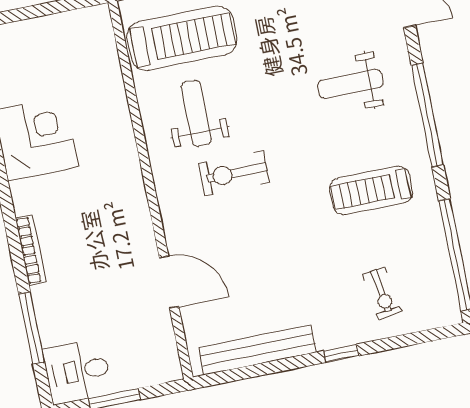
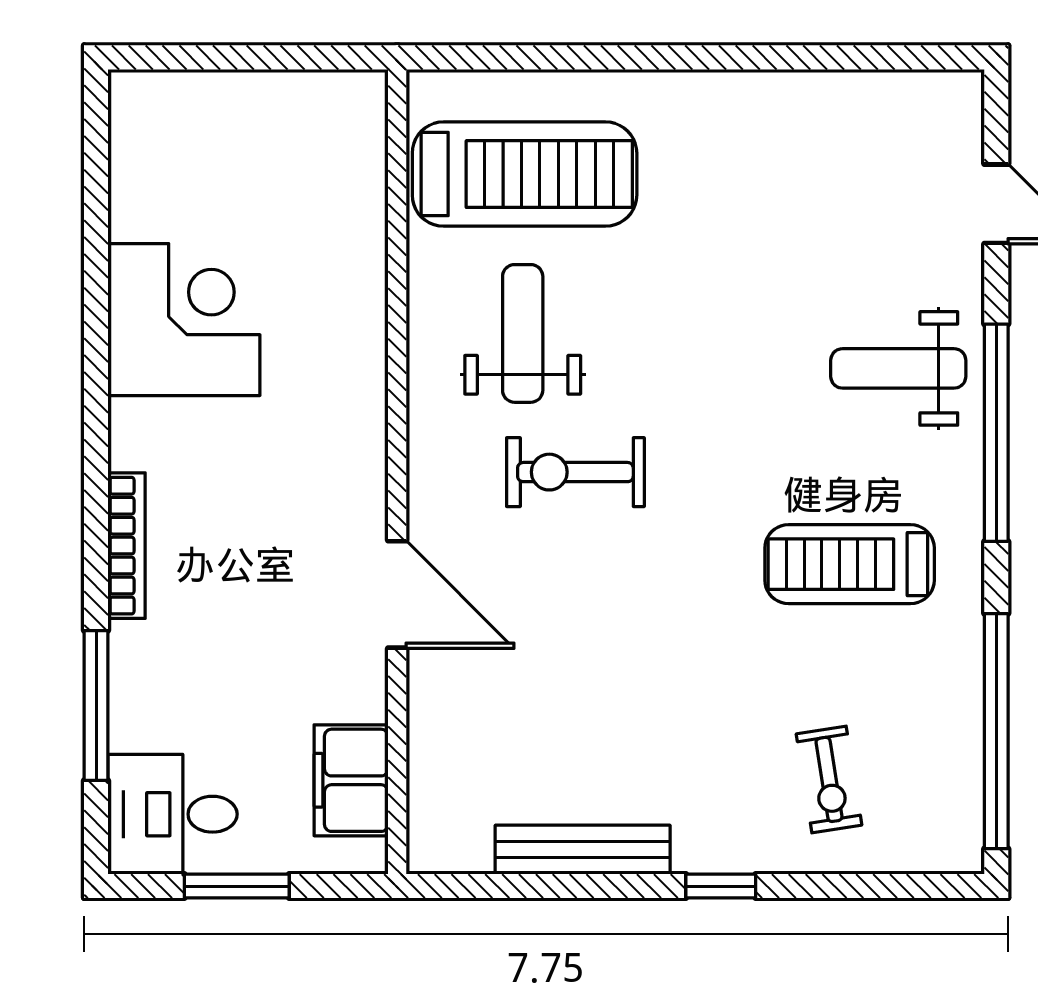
weight bench: (350, 84) -> (898, 368), moved
door: (169, 282) -> (397, 594), moved
filing cabinet: (158, 339) -> (351, 780), added
bench: (258, 350) -> (583, 850), width x0.73, depth x0.82

